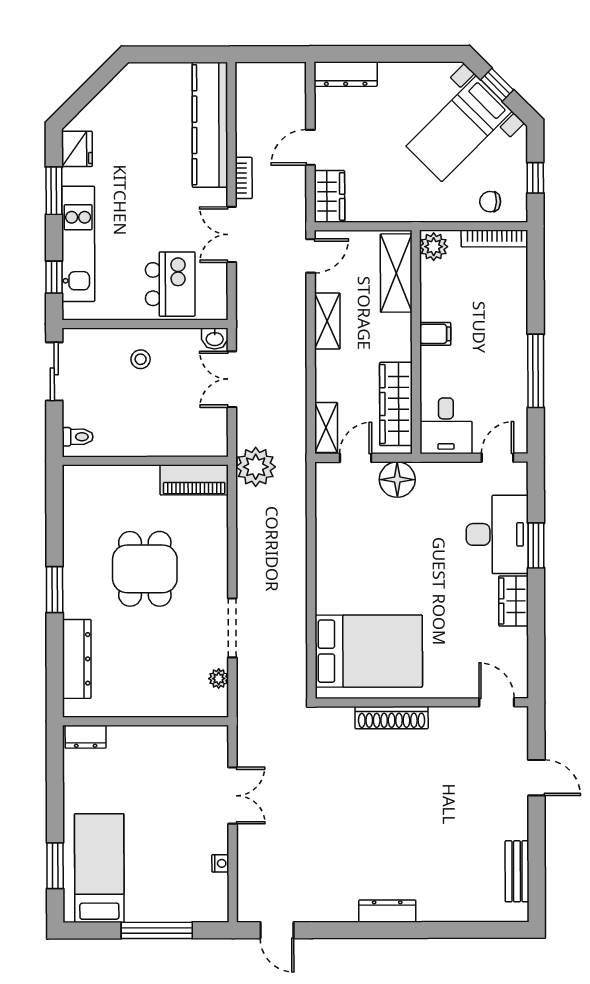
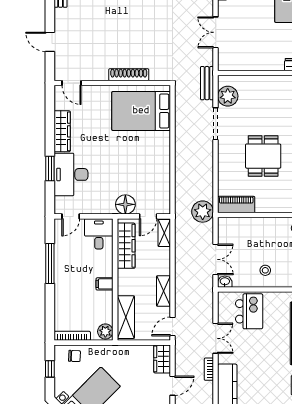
kitchen island: (170, 284) -> (249, 311), turned 180
wardrobe: (514, 601) -> (62, 131), width x1.50
plant: (219, 679) -> (228, 96), width x1.87, depth x1.87
bench: (248, 702) -> (207, 83), added

